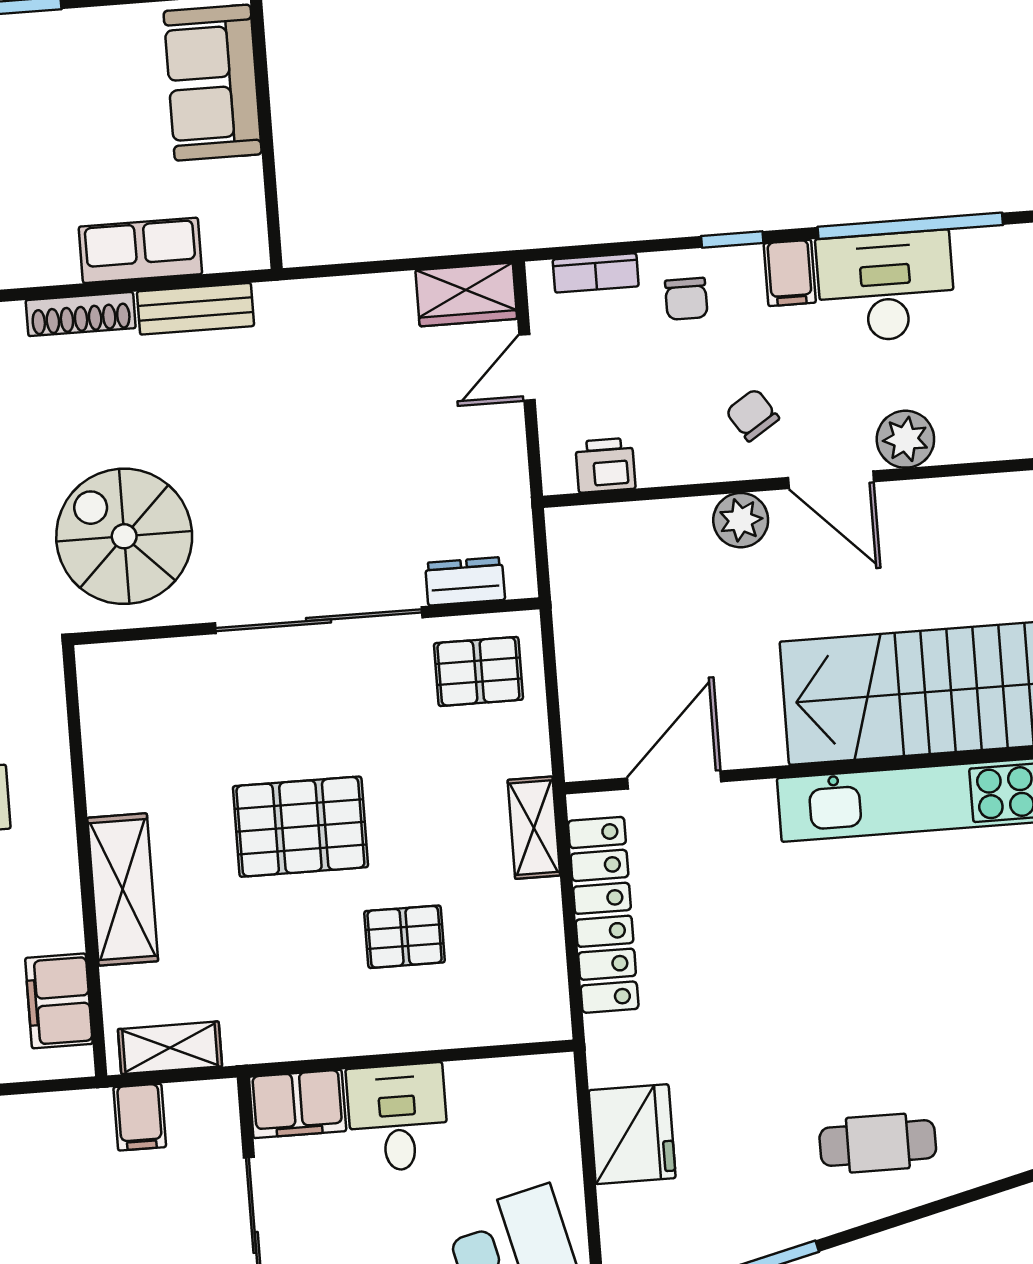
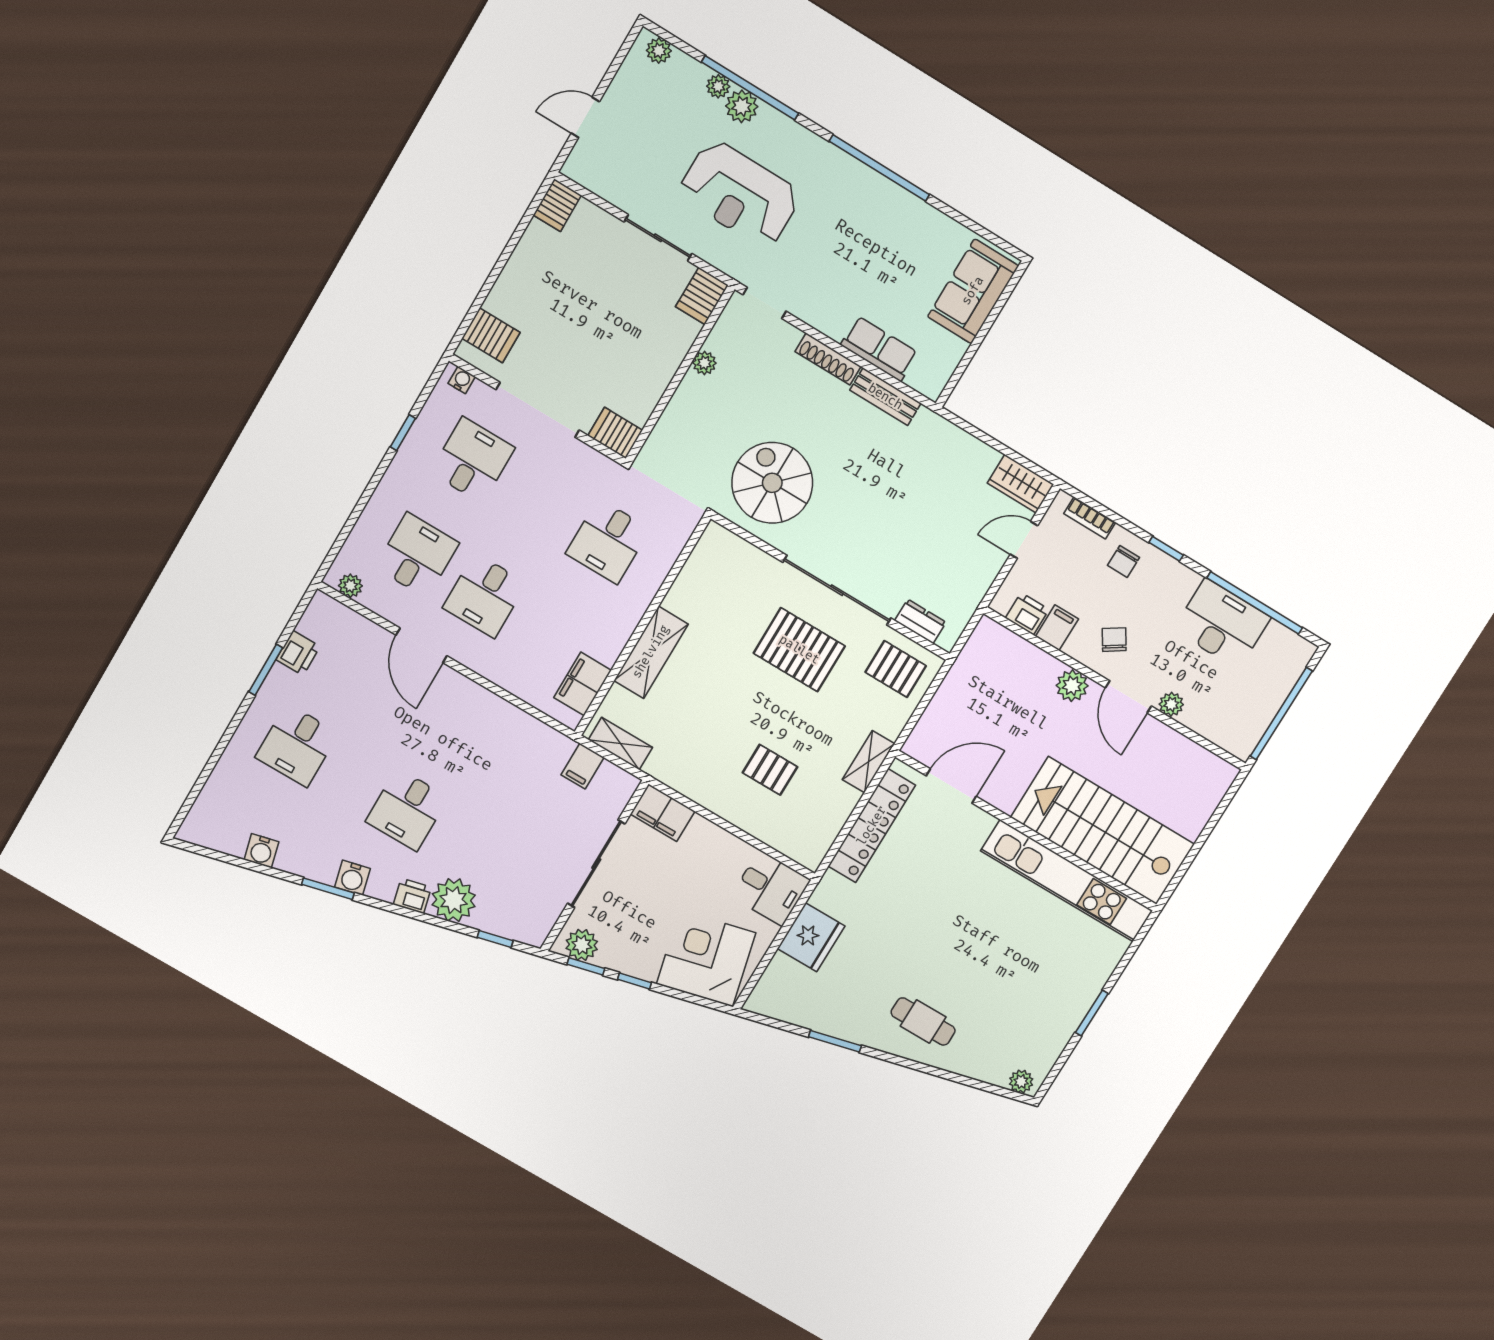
filing cabinet: (790, 273) -> (1057, 628), moved, turned 180
plant: (905, 439) -> (1171, 704), width x0.73, depth x0.73
pallet: (300, 827) -> (799, 650), moved
desk: (398, 1117) -> (771, 888), moved, turned 90

